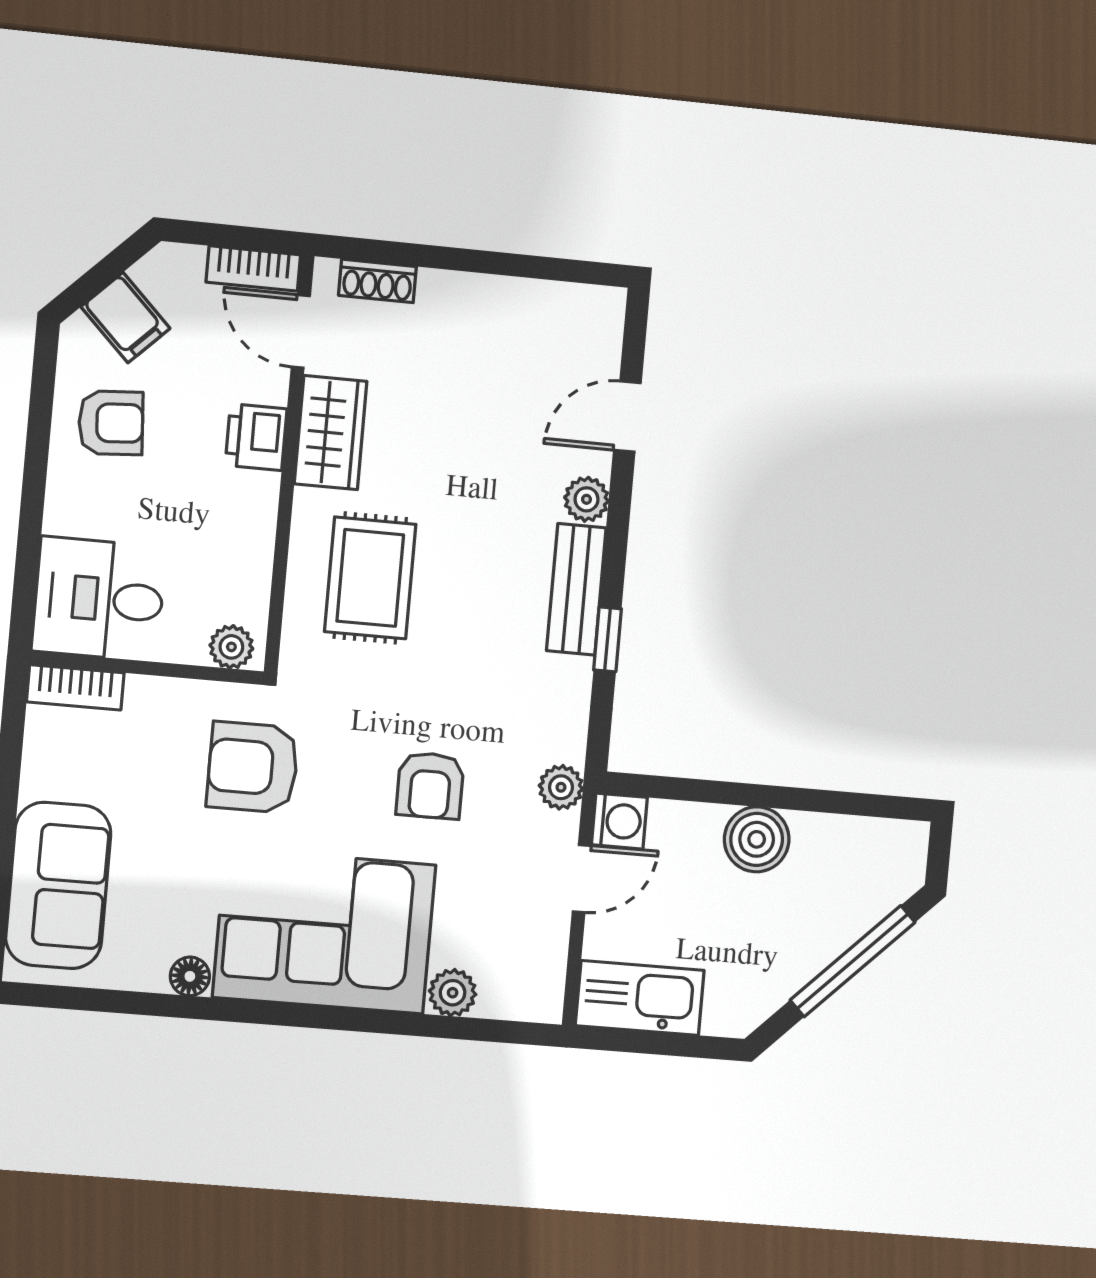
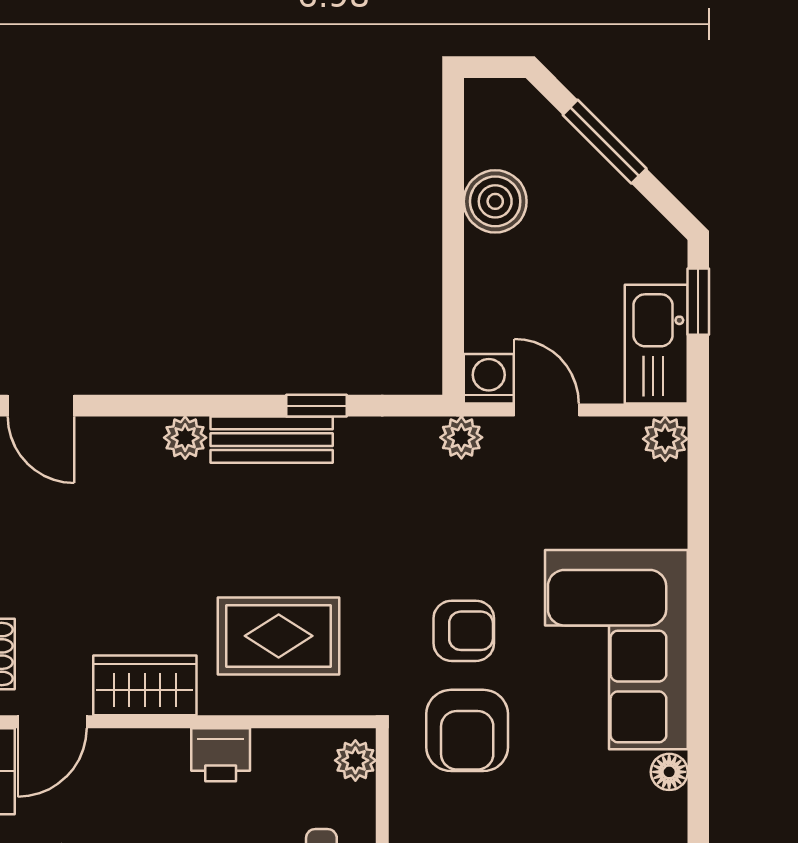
door: (627, 417) -> (41, 406), moved
printer: (256, 437) -> (221, 755), moved
armchair: (430, 785) -> (464, 631), moved
boiler: (757, 839) -> (495, 201), moved
window: (853, 961) -> (605, 142), width x0.69
plant: (453, 993) -> (665, 439), moved
window: (680, 1045) -> (698, 302), added

